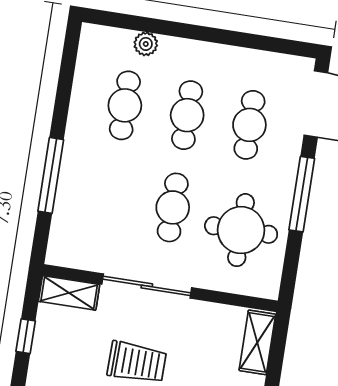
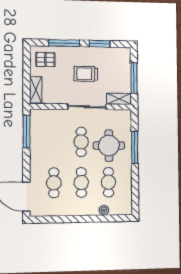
window: (302, 194) -> (26, 131), moved
round table: (241, 230) -> (109, 146), moved
window: (26, 336) -> (134, 78), width x2.17

